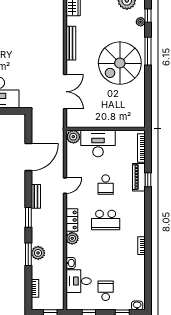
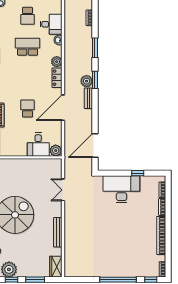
double door: (65, 92) -> (63, 190), width x0.73
desk: (98, 143) -> (38, 145), width x0.73
door: (28, 157) -> (95, 146), moved
door: (65, 186) -> (63, 108), width x1.87
school desk: (106, 220) -> (27, 47), moved
plant: (38, 253) -> (87, 81), moved

